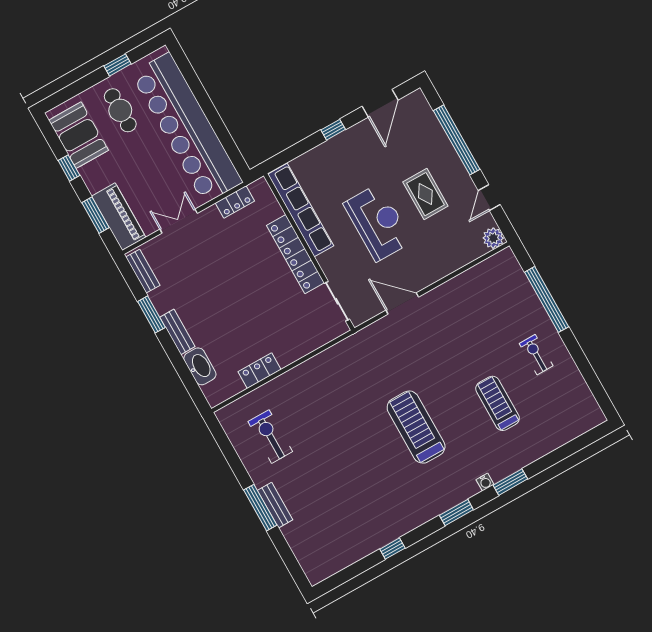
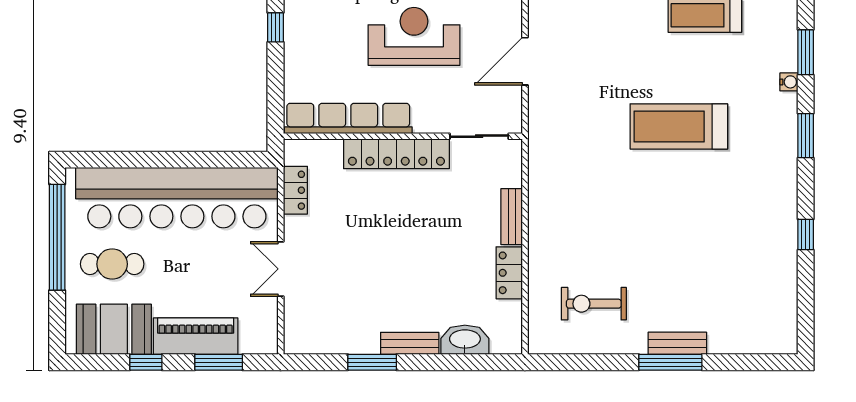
window: (117, 65) -> (57, 237), width x3.17
piano: (119, 217) -> (196, 336), moved
bench: (143, 271) -> (512, 217), moved, turned 90

